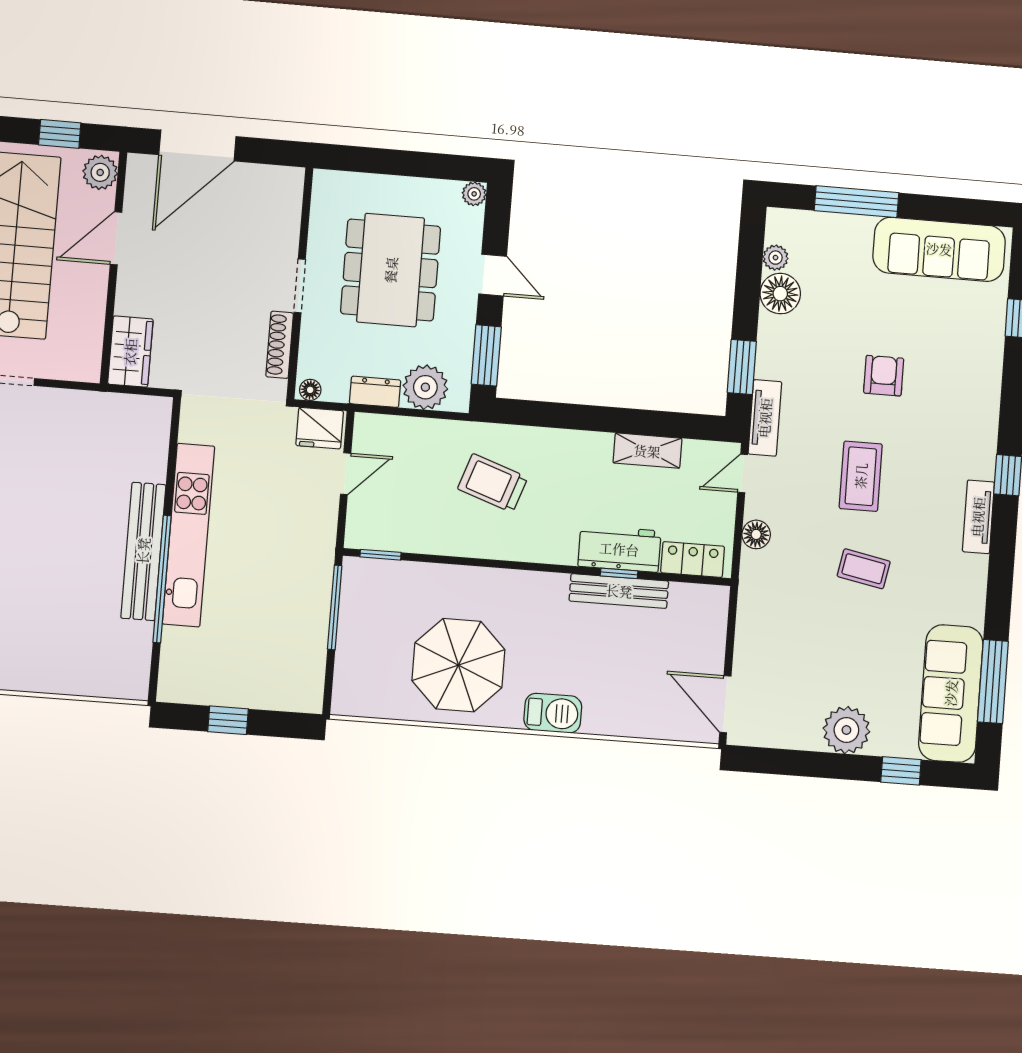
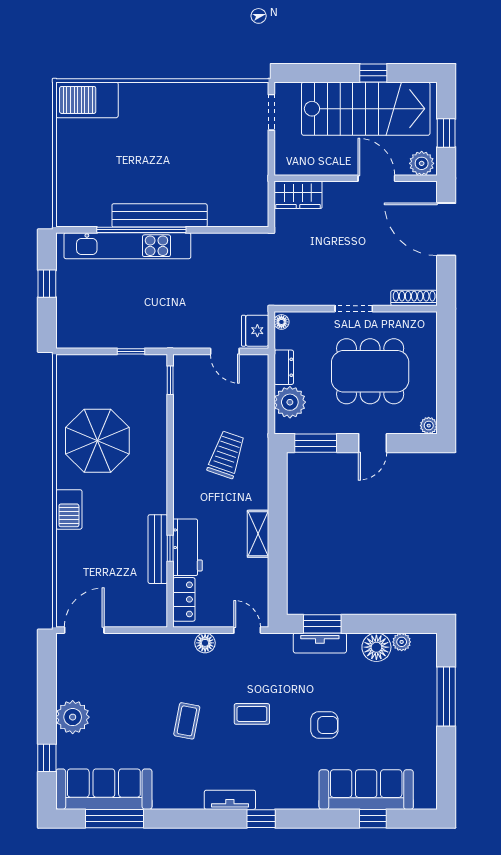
sofa: (939, 249) -> (366, 790), moved, turned 90
shoe rack: (280, 345) -> (414, 298), moved
tv unit: (765, 418) -> (320, 643), moved
shelving: (647, 451) -> (258, 534), moved
coffee table: (861, 476) -> (252, 714), width x0.73, depth x0.77
kitchen unit: (188, 535) -> (127, 246), moved
window: (335, 607) -> (131, 351), width x0.46

